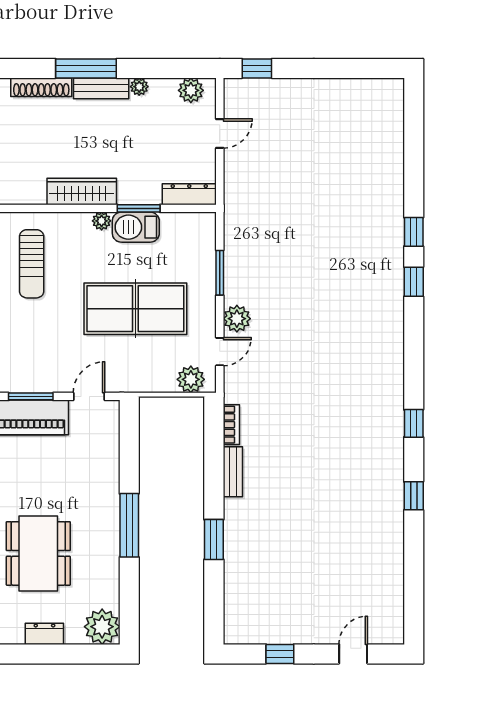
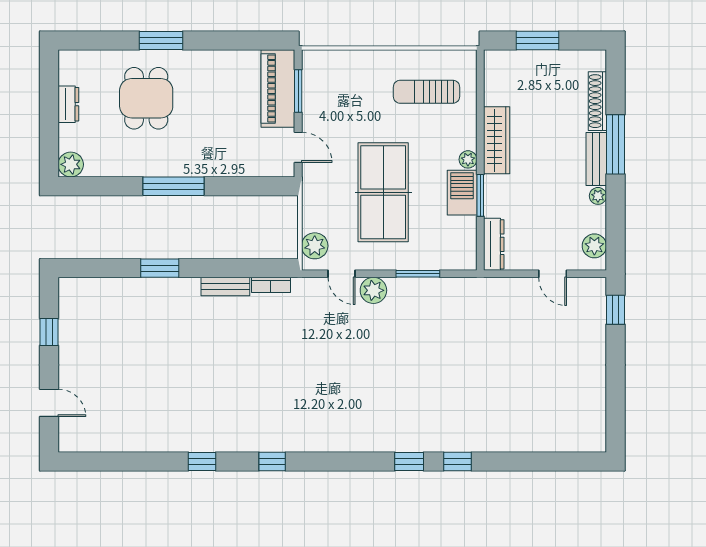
dining table: (38, 553) -> (146, 98), width x0.73
plant: (102, 627) -> (71, 164), width x0.73, depth x0.73

